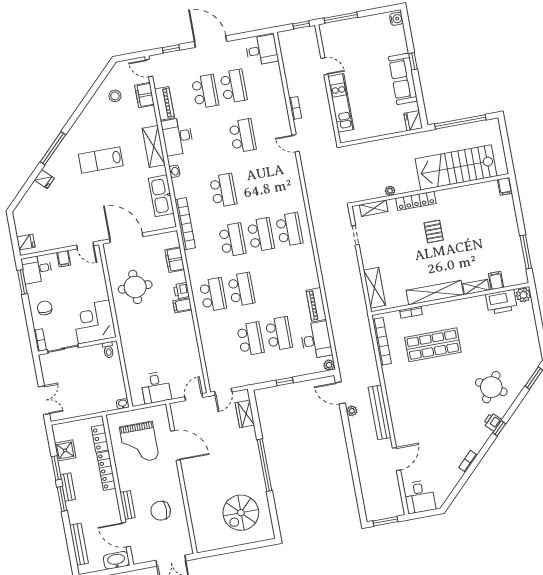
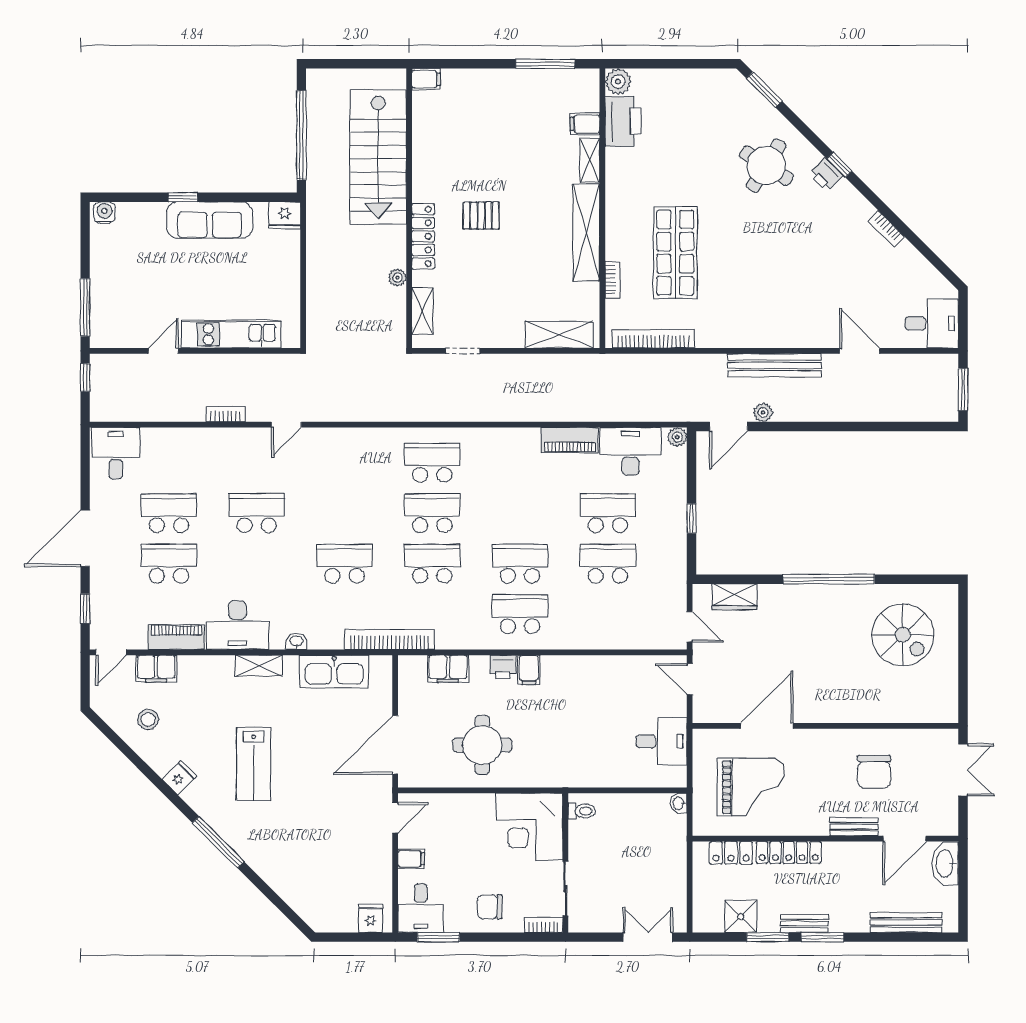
shelving: (154, 146) -> (259, 666), width x0.67, depth x0.75
fridge: (44, 179) -> (179, 778), moved

